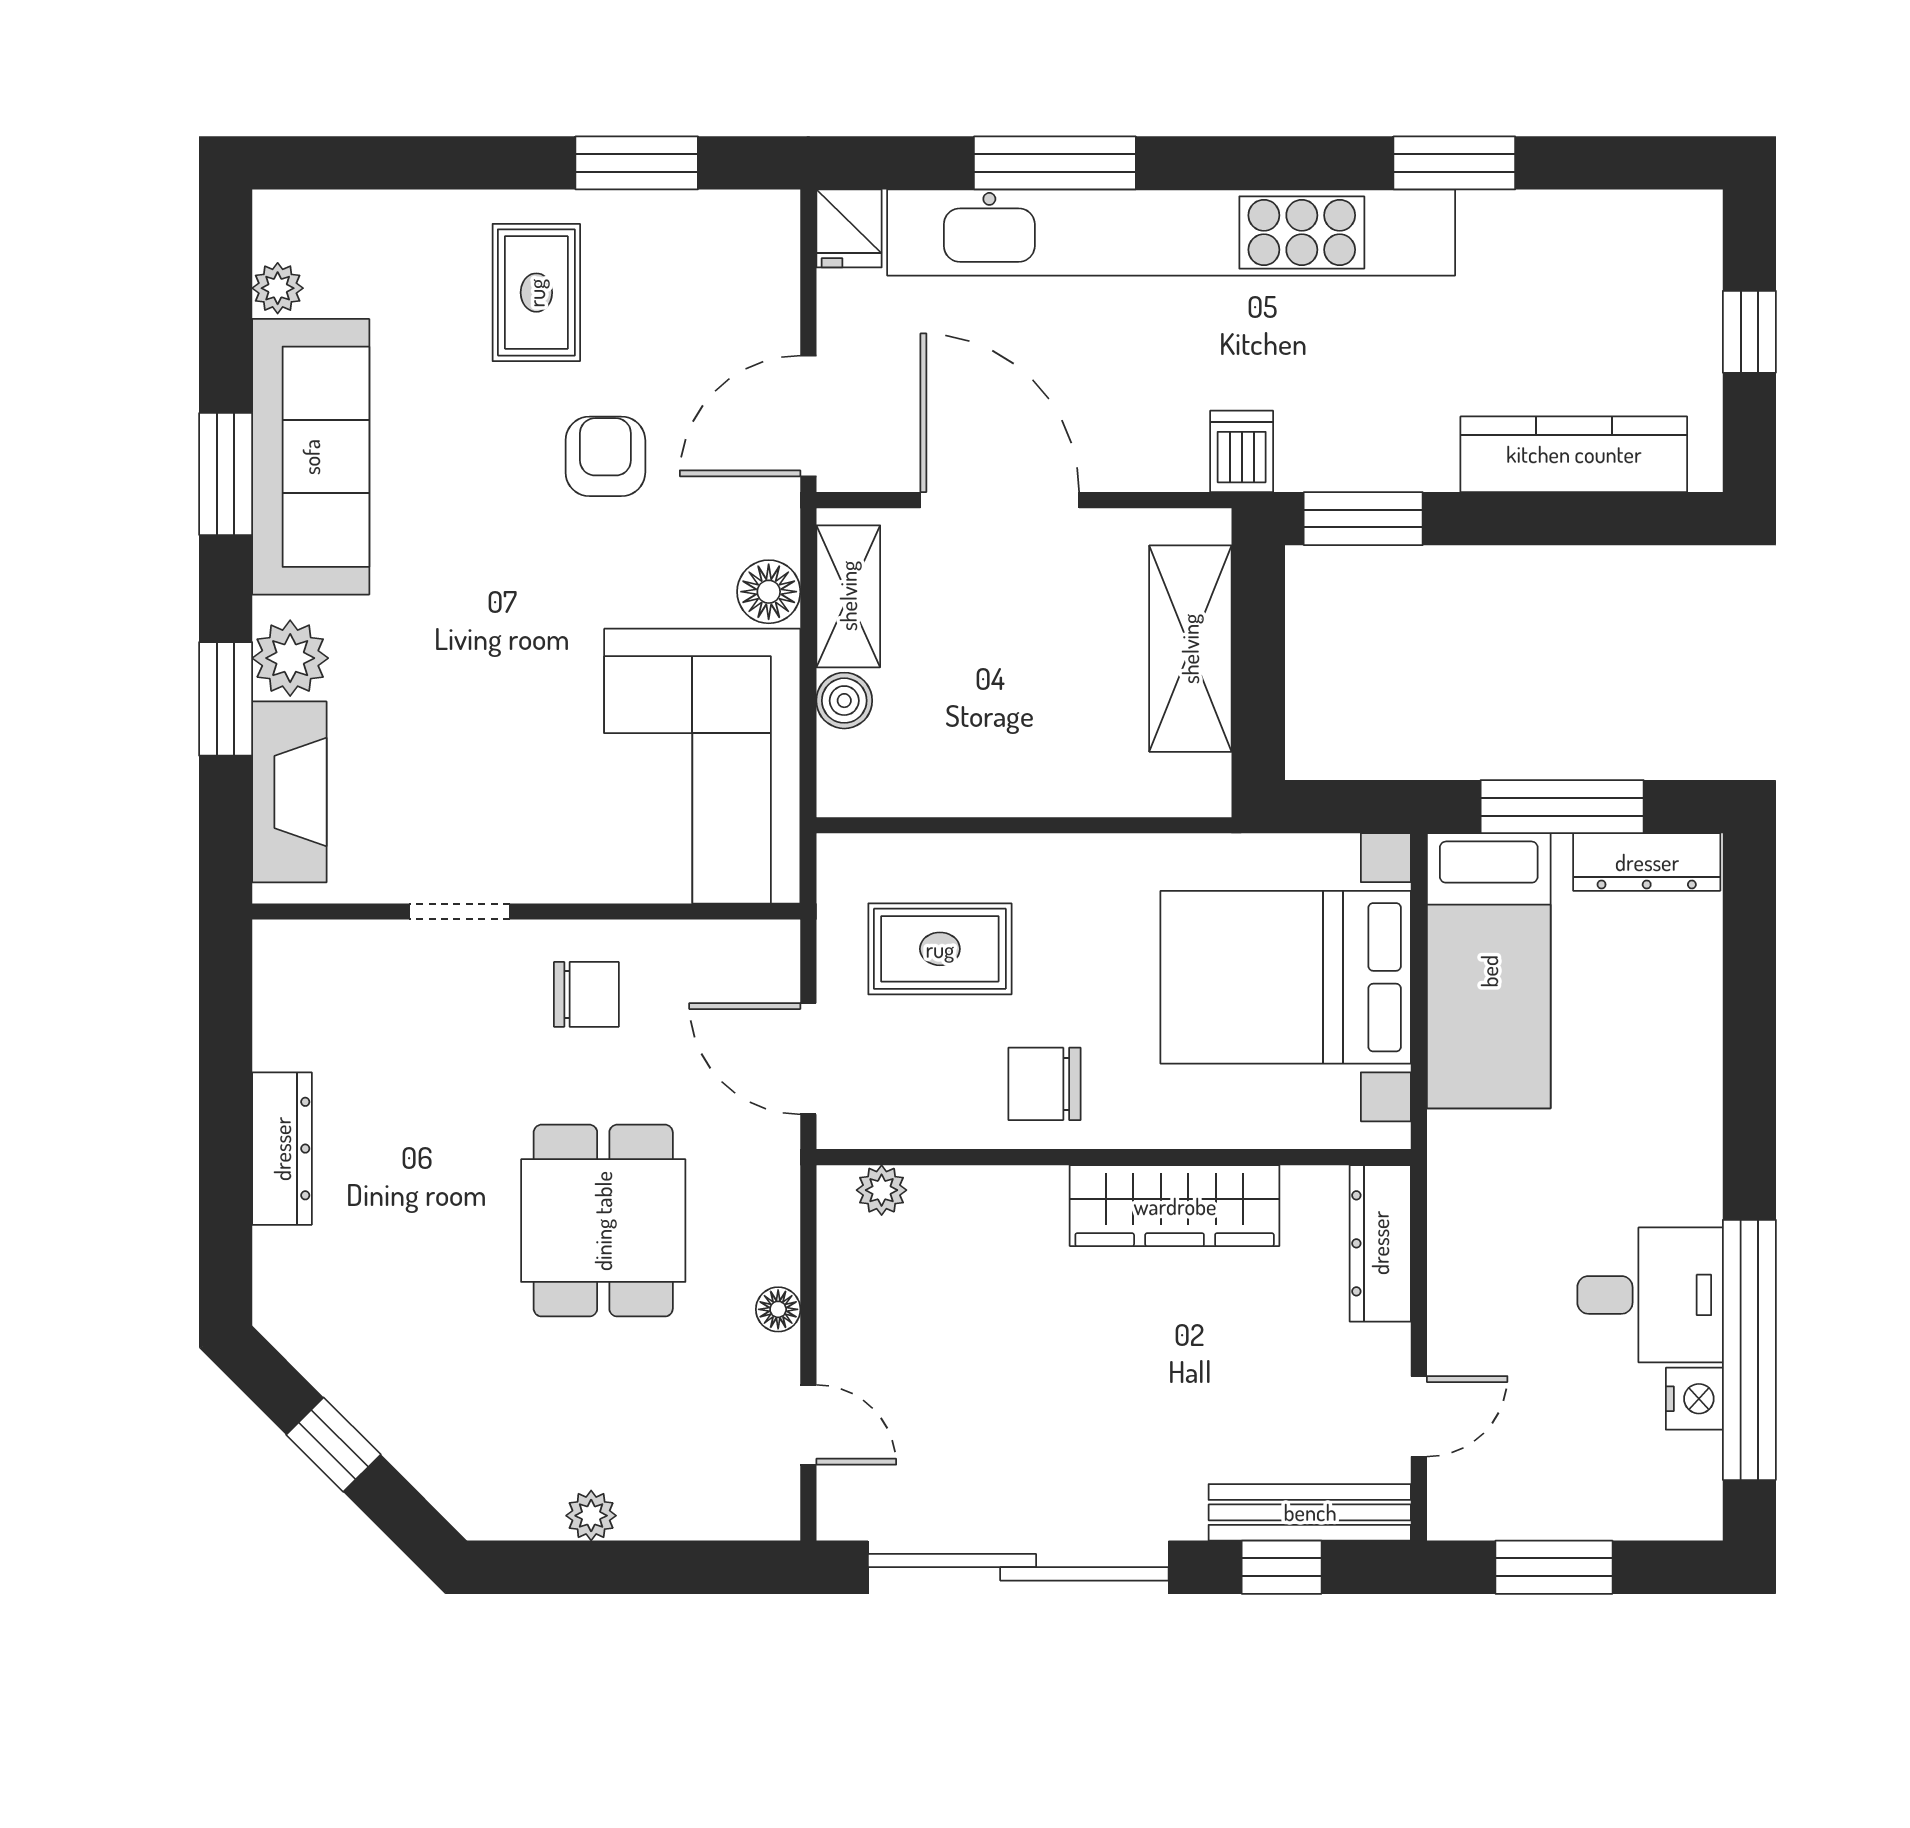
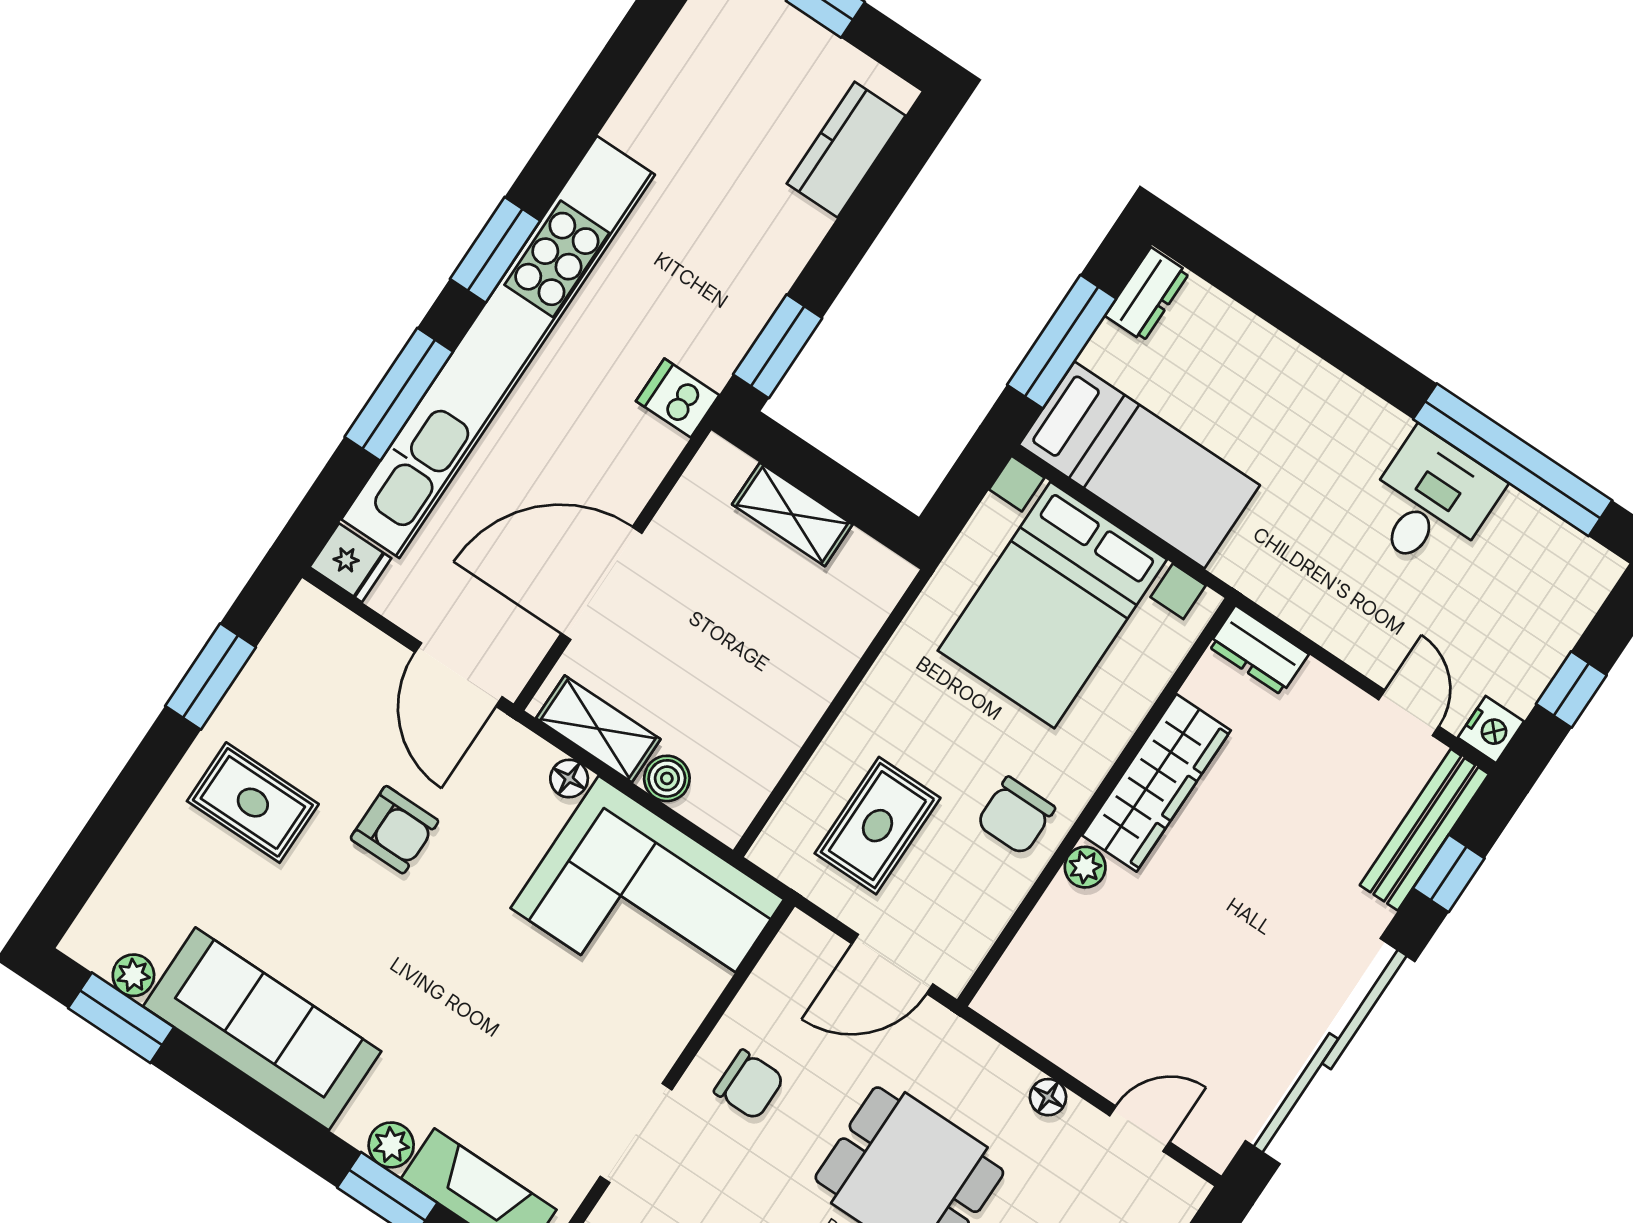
window: (1454, 163) -> (495, 250), moved
kitchen counter: (1574, 454) -> (846, 150), width x0.67
armchair: (605, 456) -> (395, 830), turned 180
window: (226, 474) -> (121, 1018), moved
floor lamp: (769, 592) -> (569, 778), width x0.73, depth x0.73
shelving: (1190, 649) -> (792, 514), width x0.67, depth x0.75
plant: (290, 658) -> (391, 1145), width x0.73, depth x0.73
dresser: (1647, 862) -> (1147, 294), width x0.70
doorway: (460, 912) -> (636, 1133), width x1.38
chair: (586, 994) -> (749, 1085), turned 90
plant: (882, 1190) -> (1085, 867), moved
dresser: (1380, 1243) -> (1258, 650), width x0.70
nightstand: (1694, 1399) -> (1491, 730), moved, turned 90
window: (1554, 1567) -> (1571, 690), width x0.67

